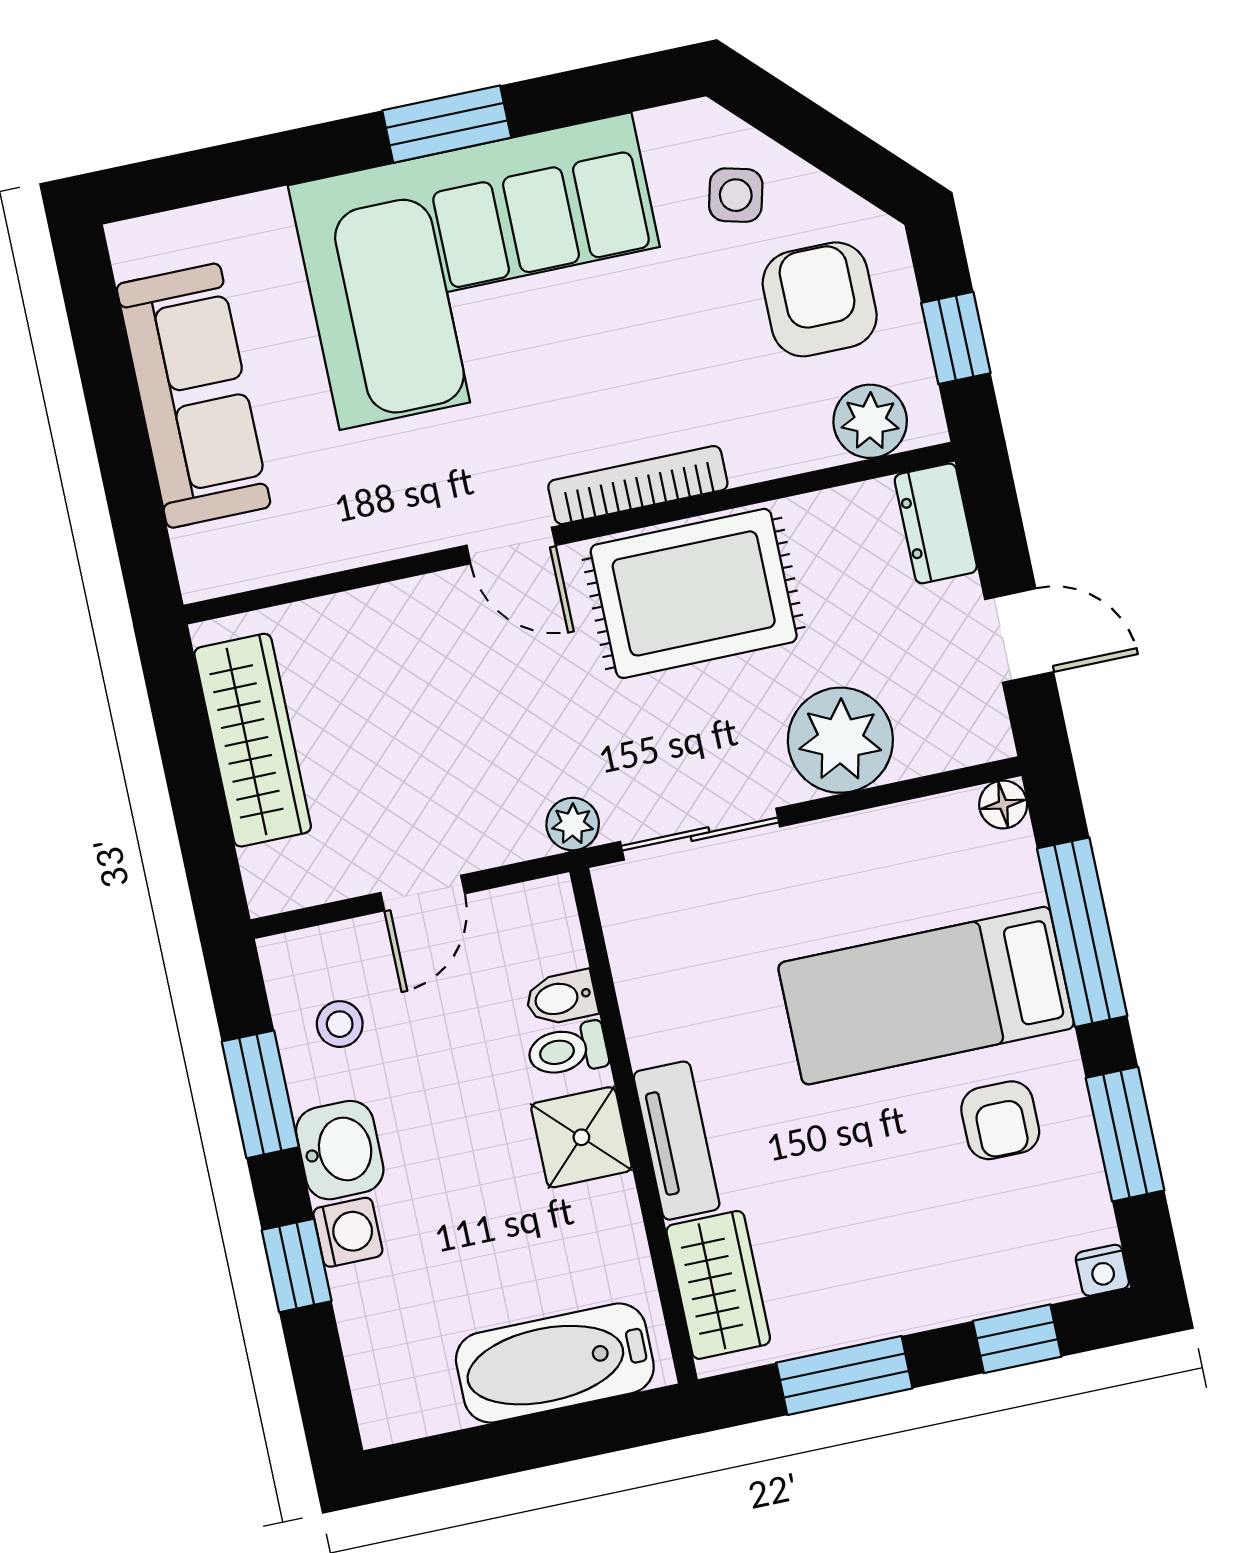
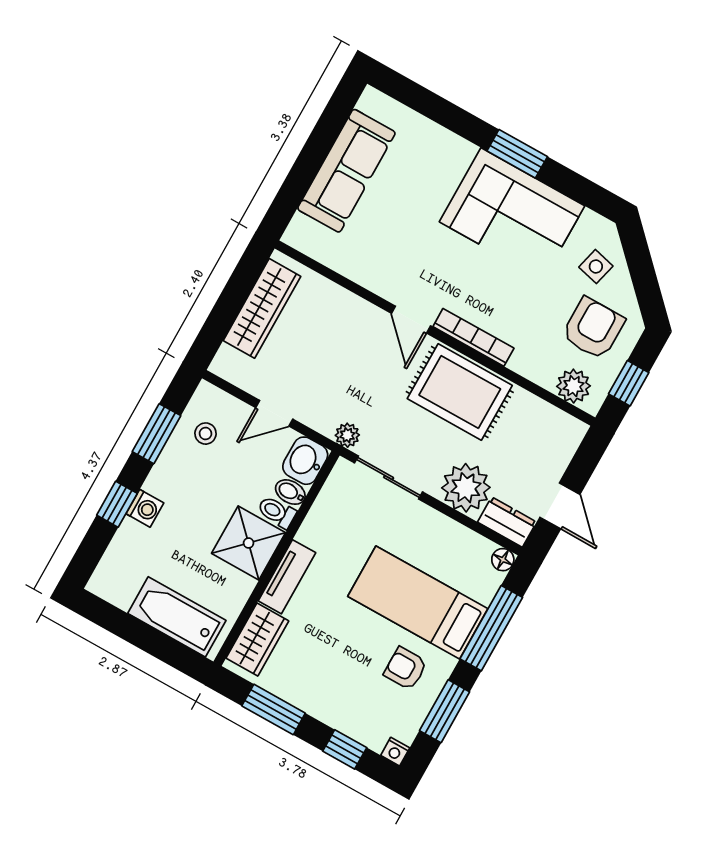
corner sofa: (485, 271) -> (512, 214), width x0.73, depth x0.74
dresser: (936, 523) -> (507, 522), moved, turned 90
armchair: (1000, 1120) -> (405, 668), turned 90
shower: (581, 1137) -> (249, 543), width x1.36, depth x1.36
washbasin: (340, 1150) -> (305, 461), moved, turned 180

